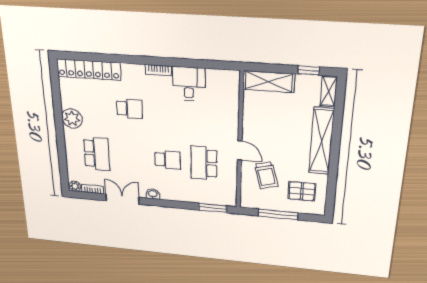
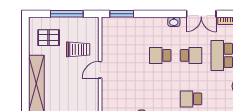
door: (240, 150) -> (100, 70), hinge flipped
school desk: (204, 163) -> (191, 55), moved, width x0.54
trolley: (266, 175) -> (78, 49), turned 105

